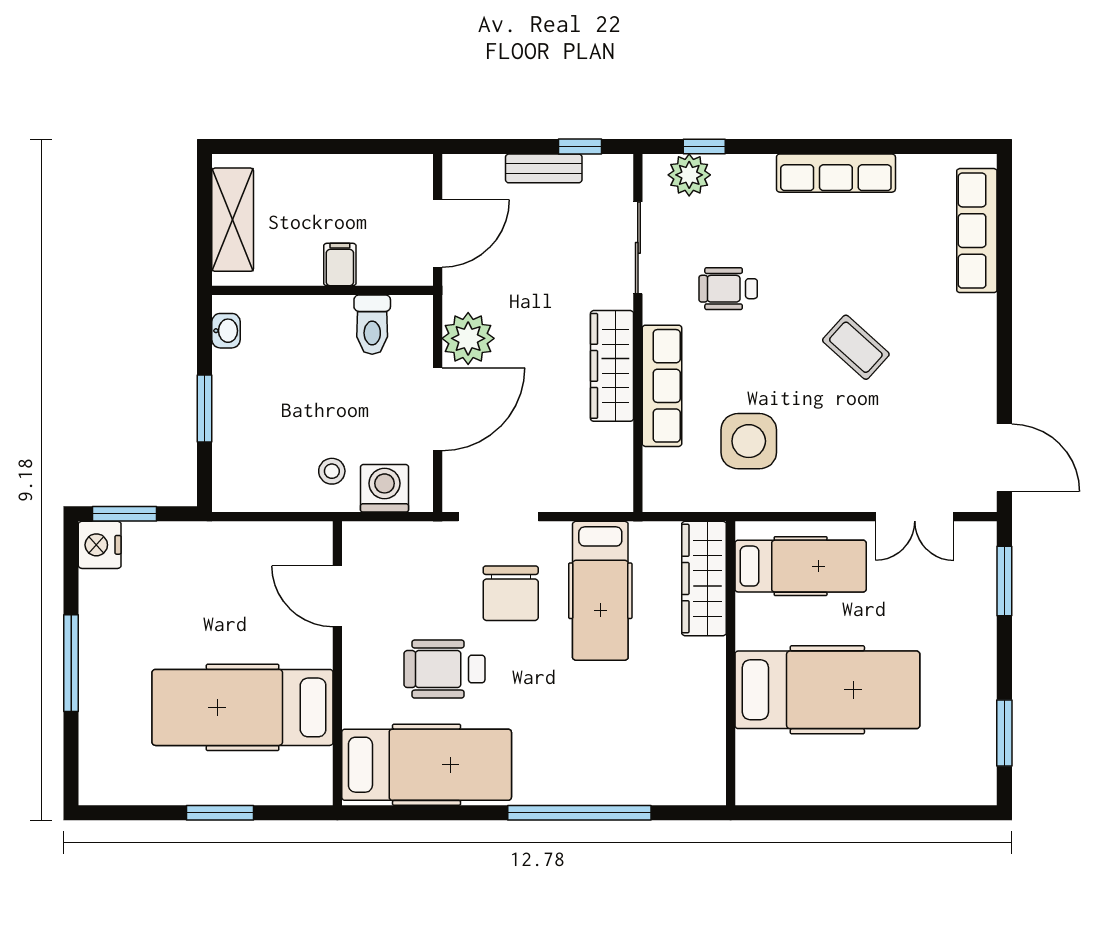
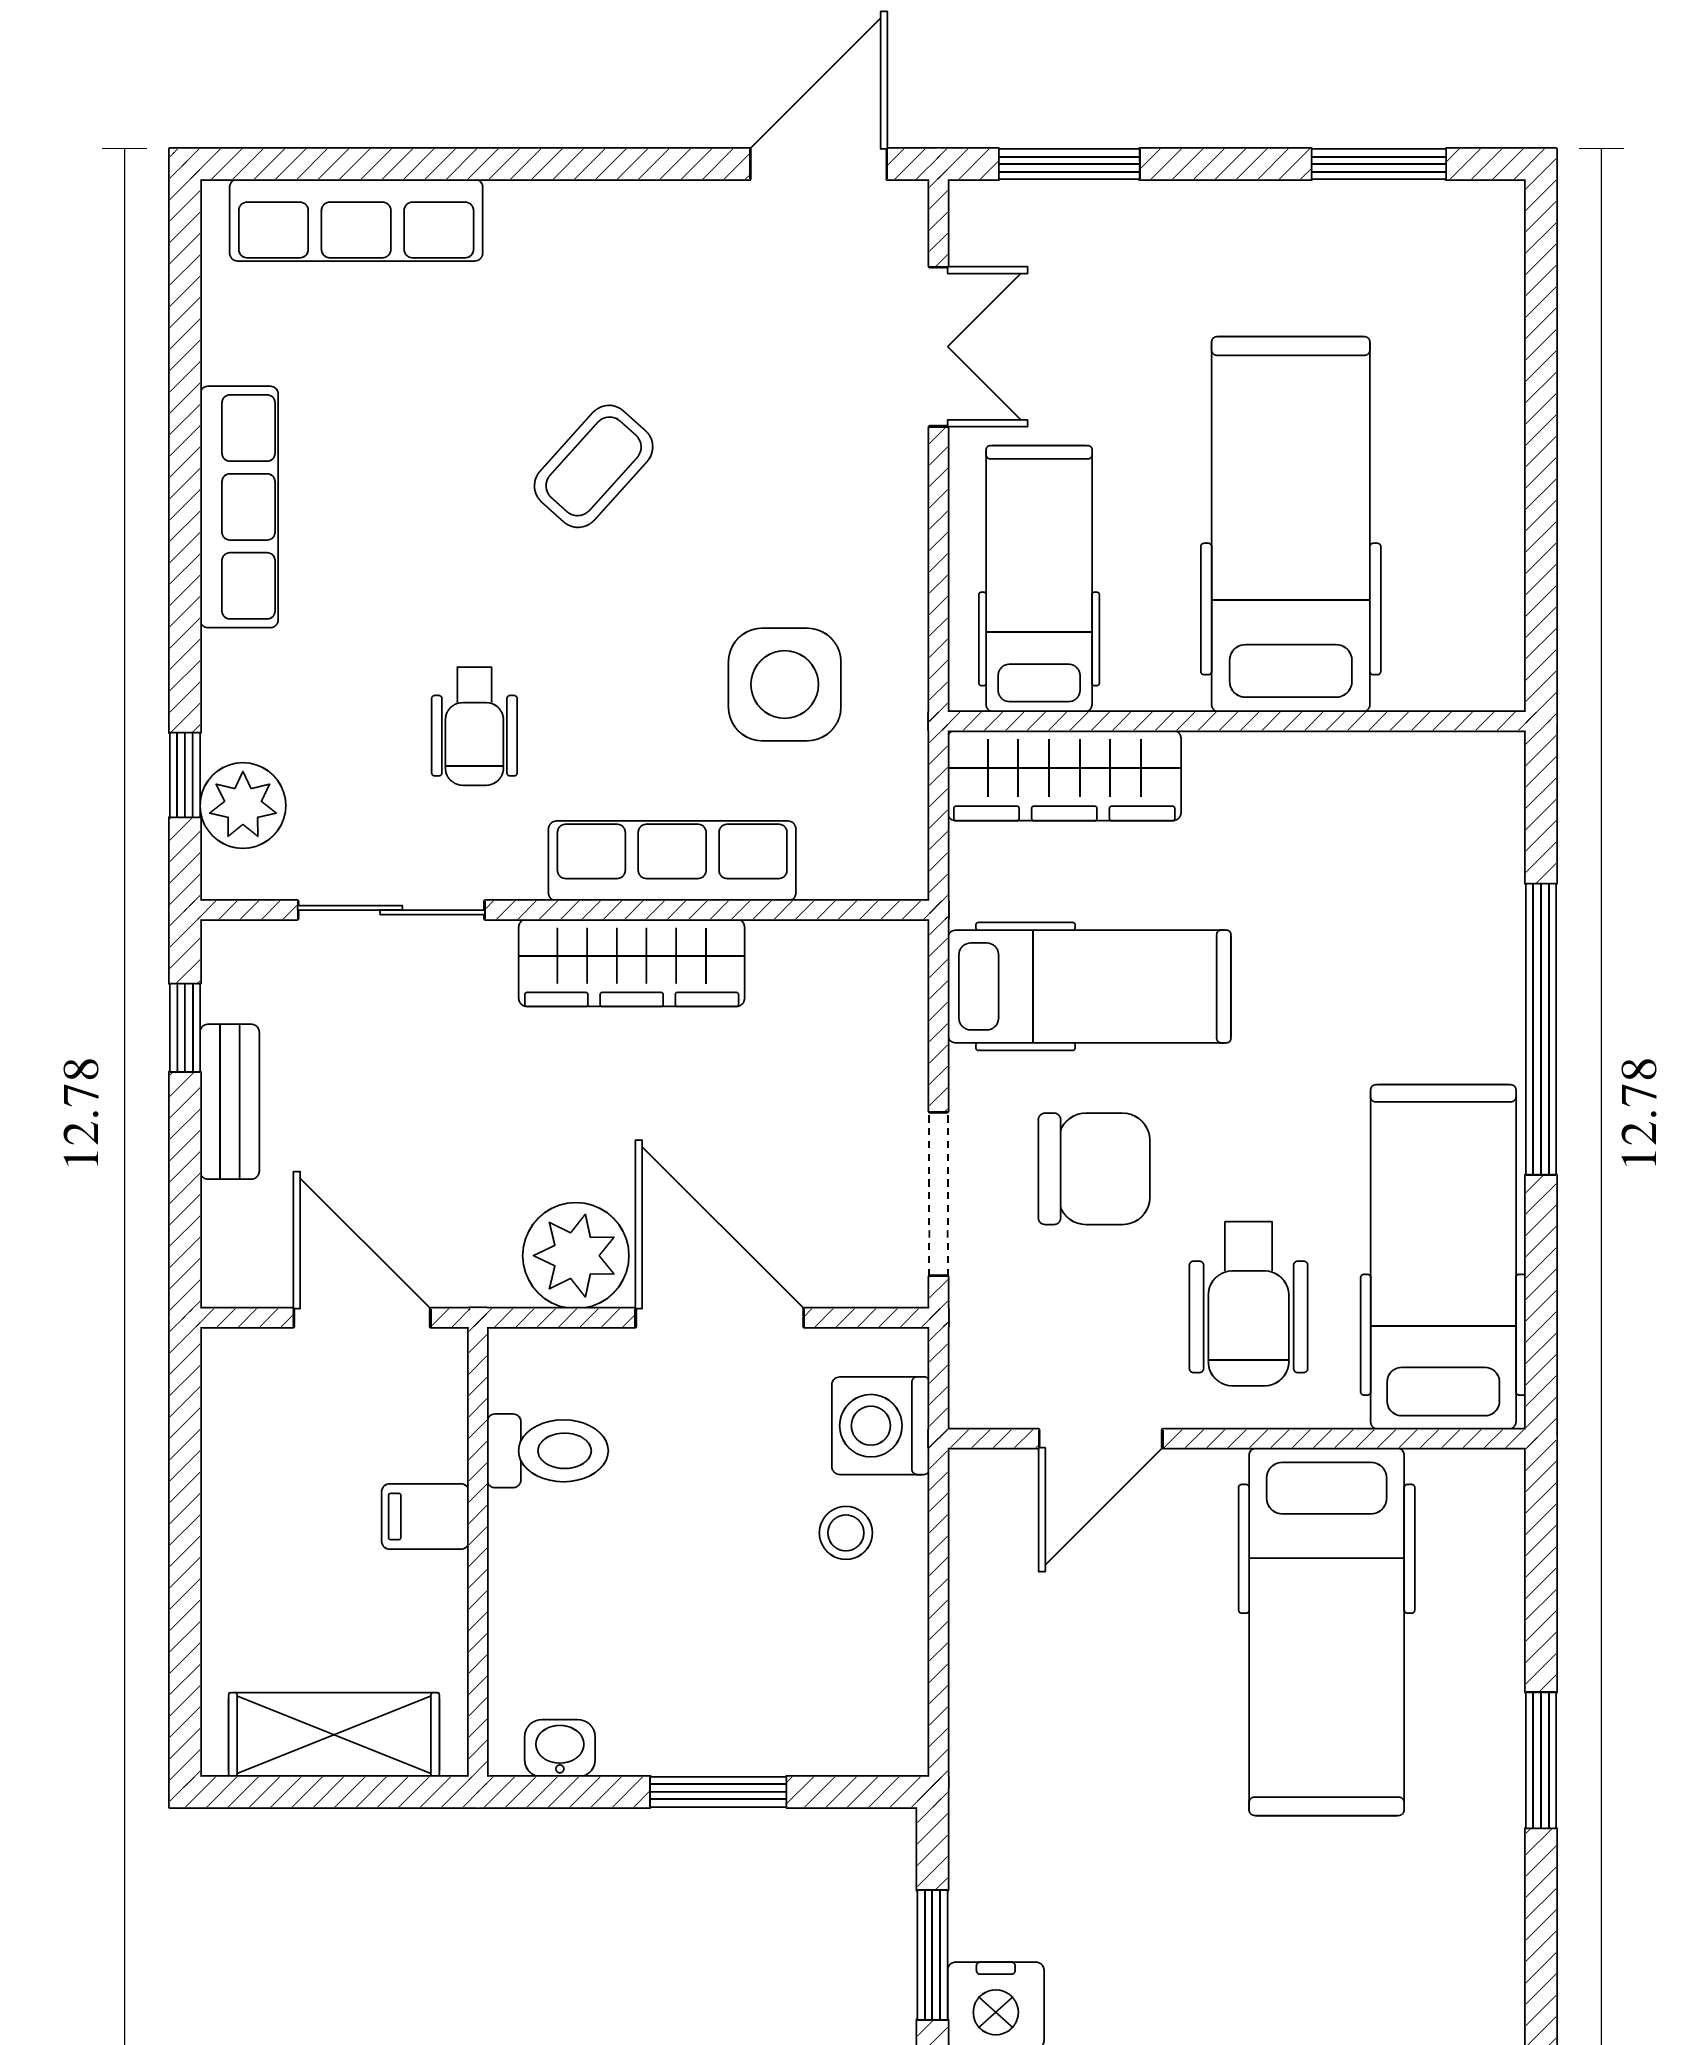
door: (337, 596) -> (1101, 1439), moved
wall: (337, 663) -> (1237, 1439), moved
hospital bed: (243, 707) -> (1327, 1632), moved
hospital bed: (427, 765) -> (1443, 1257), moved

